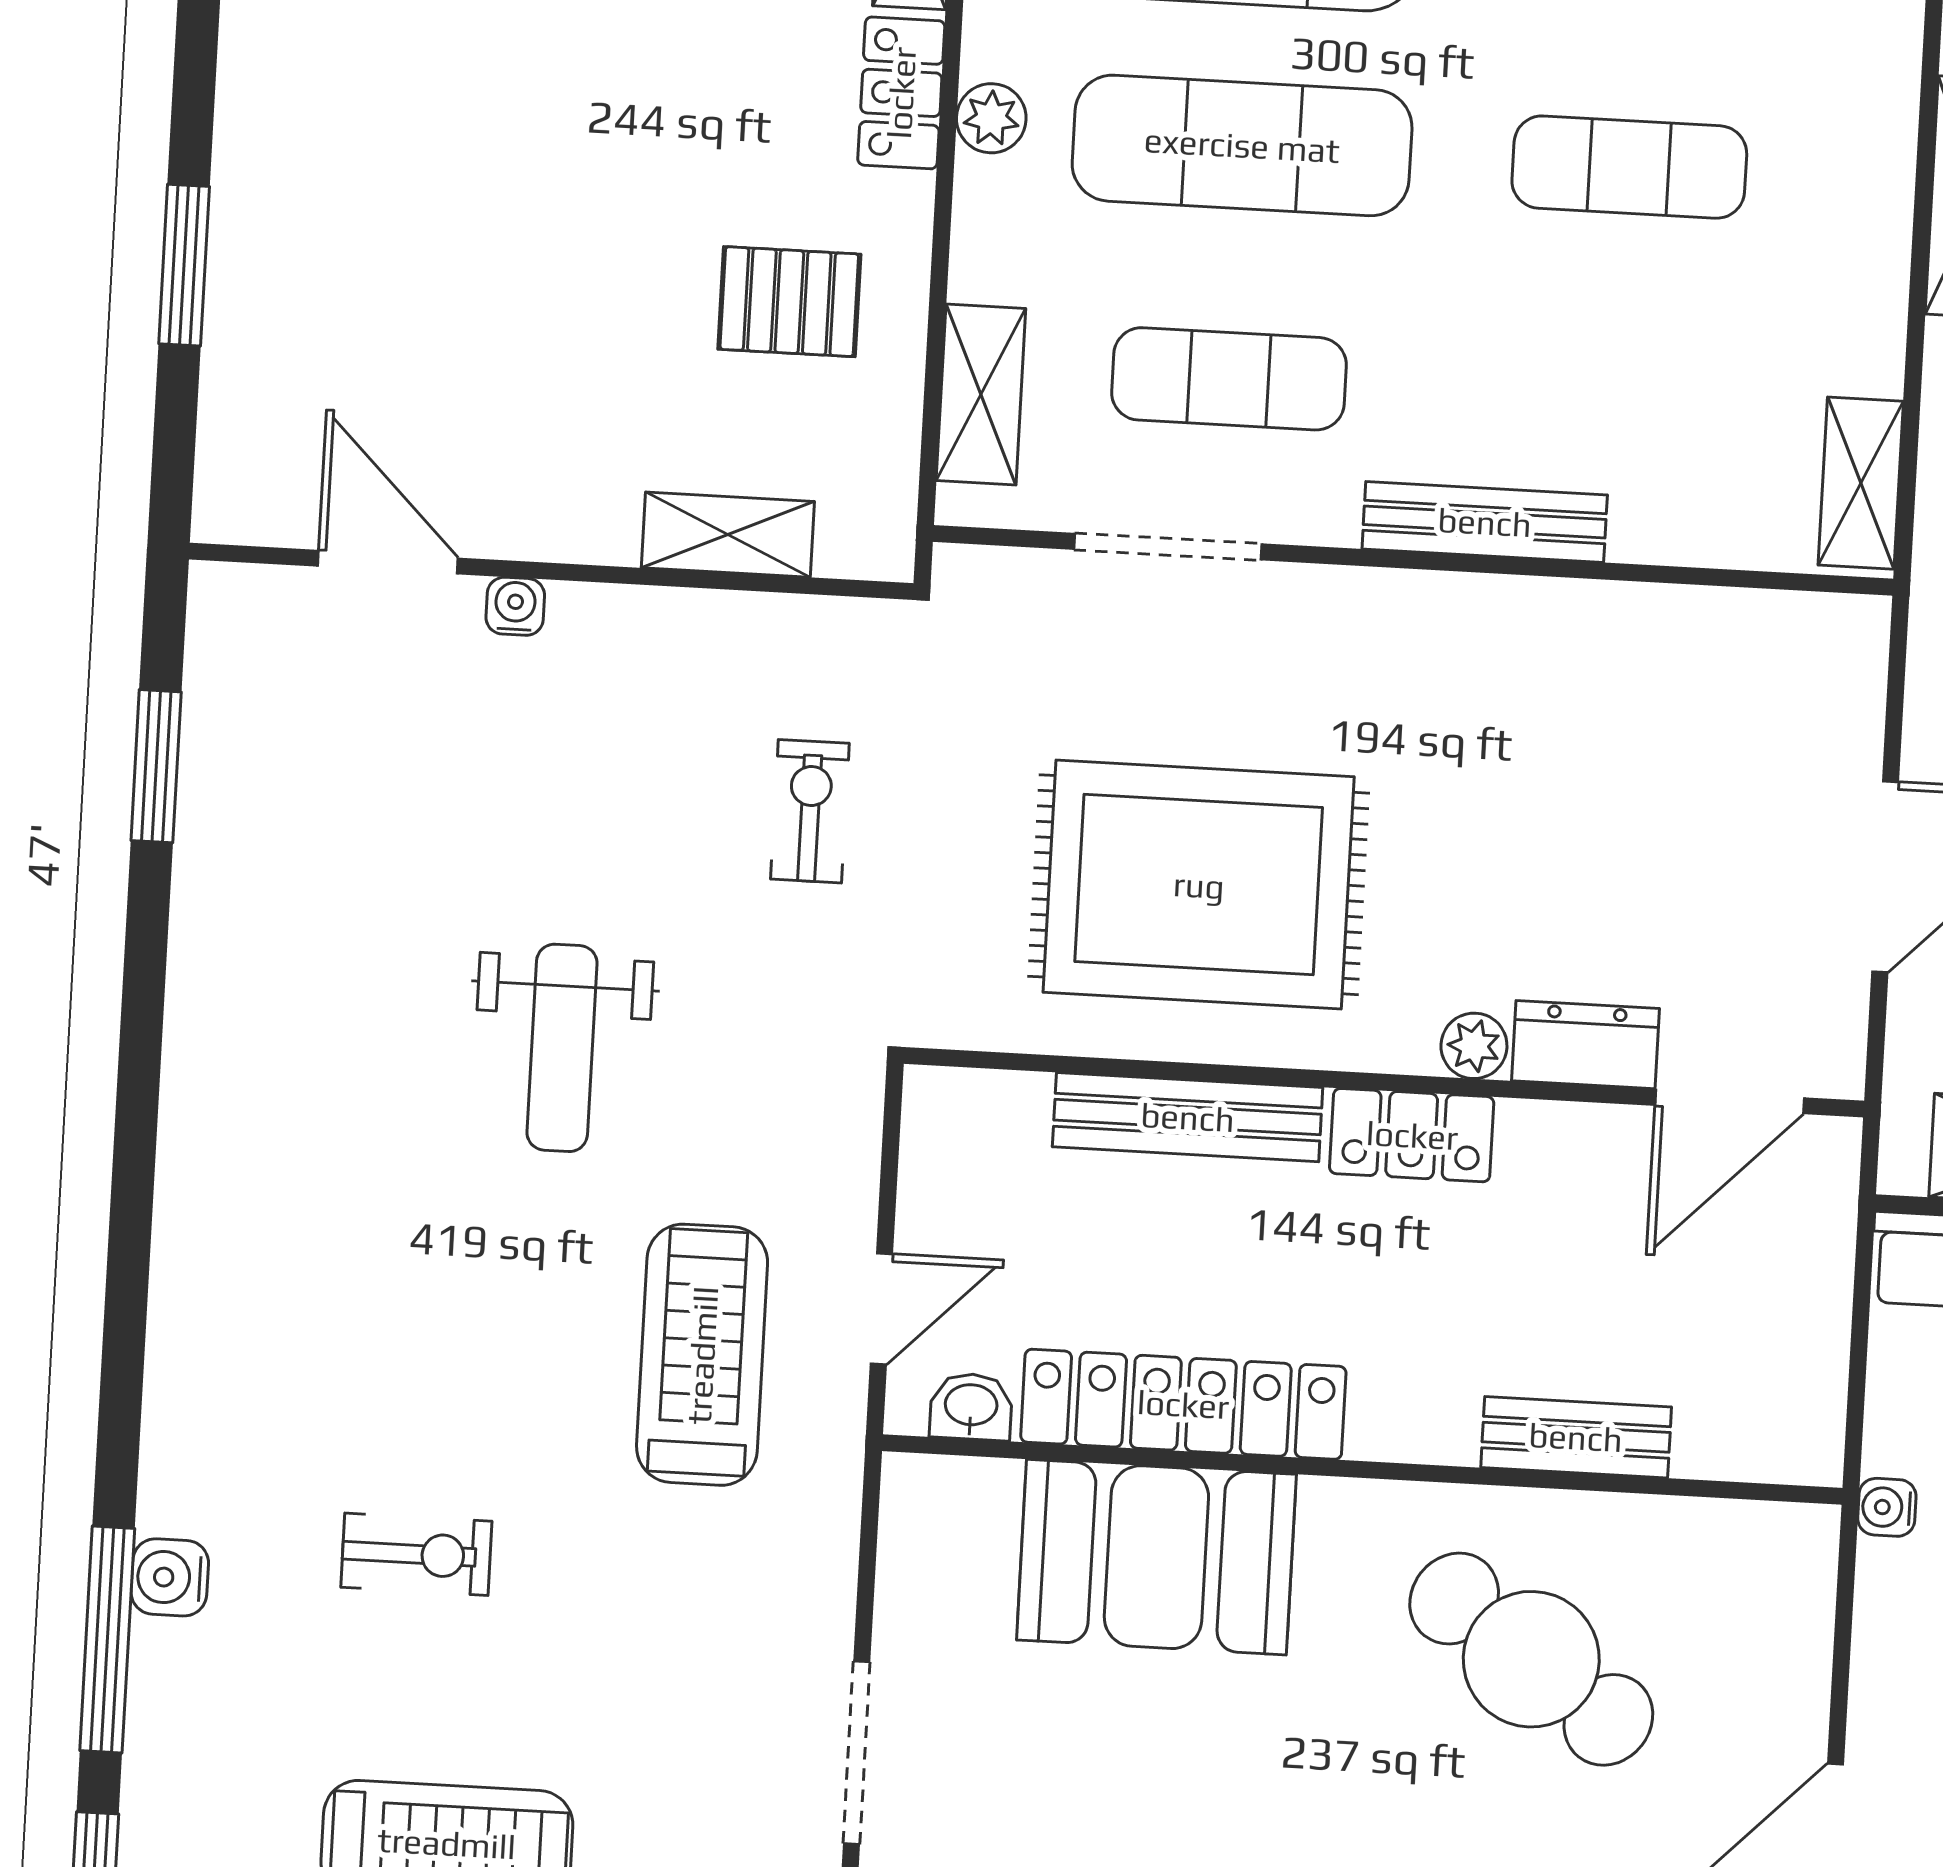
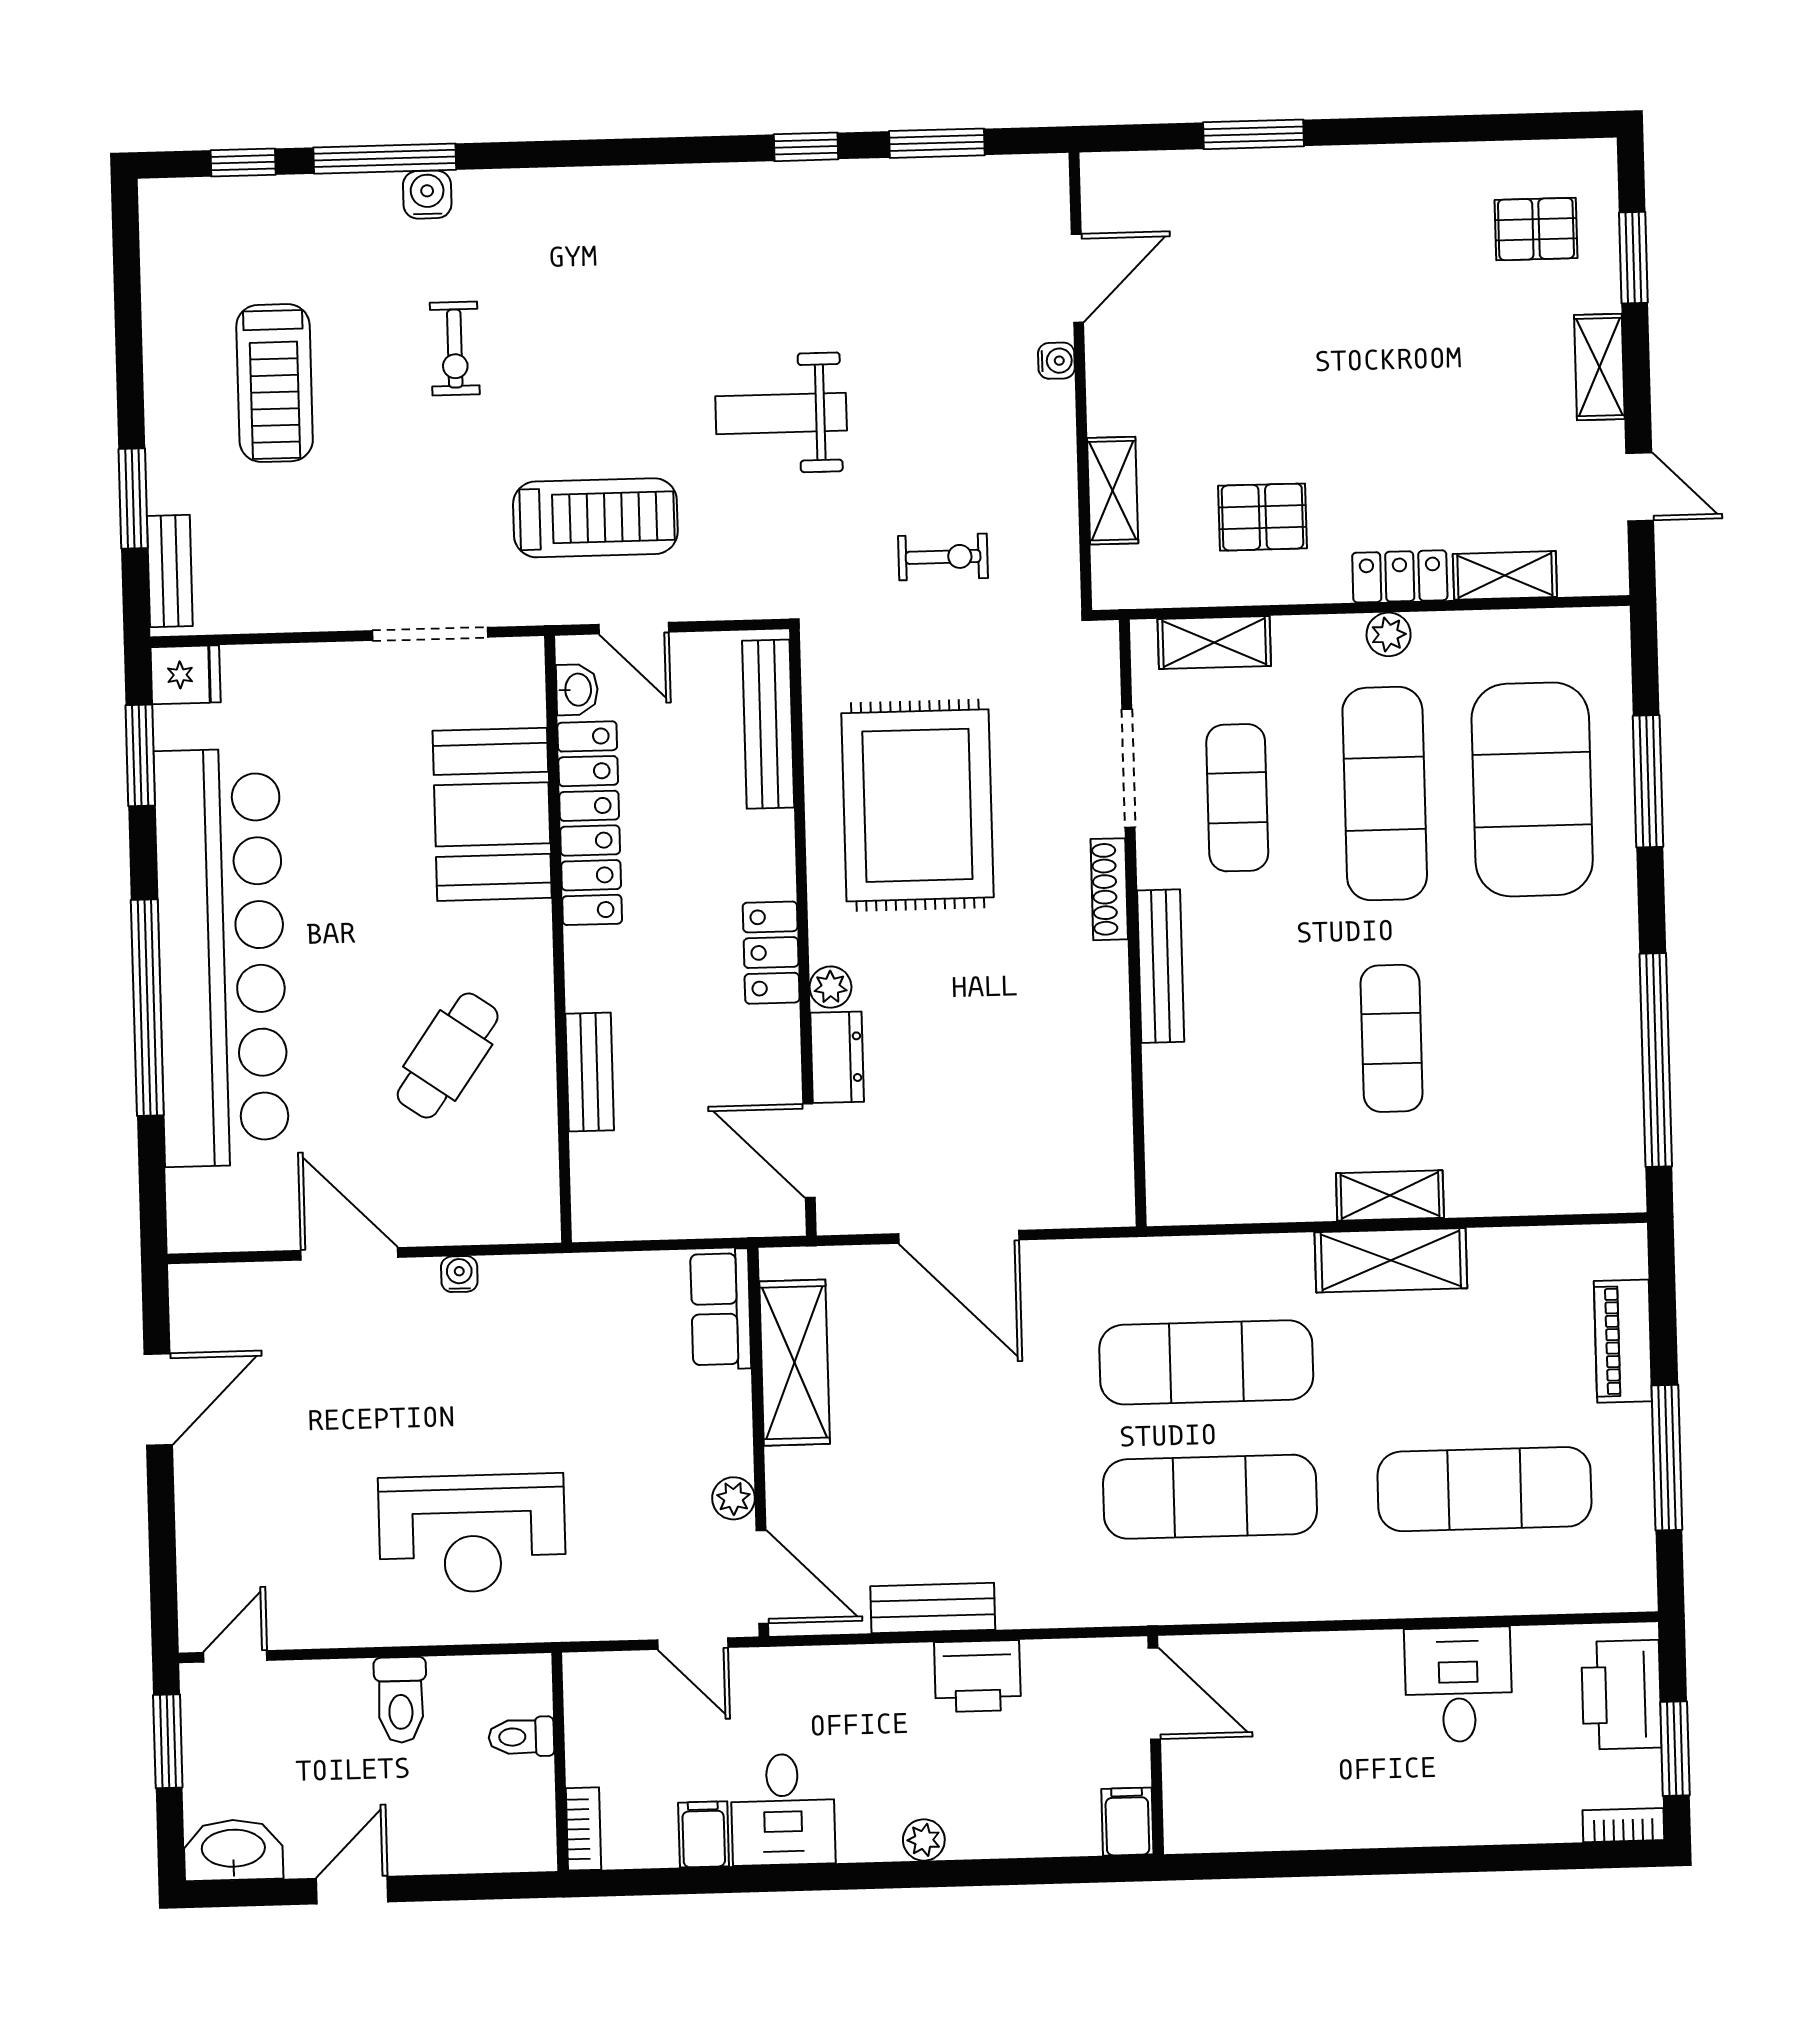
pallet: (789, 302) -> (1263, 517), turned 90
shelving: (1861, 483) -> (1390, 1195), moved
shoe rack: (1356, 593) -> (1109, 889), added
window: (144, 973) -> (806, 147), added
bench: (1188, 1117) -> (768, 724), moved
water cooler: (1887, 1507) -> (459, 1274), moved
cafe table: (1531, 1659) -> (448, 1056), width x0.73, depth x0.74
doorway: (857, 1753) -> (430, 634), moved

